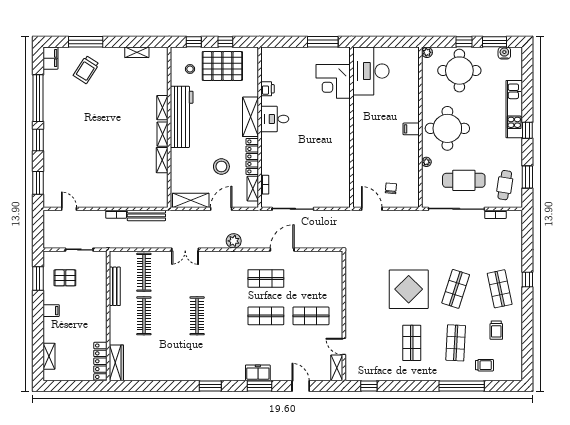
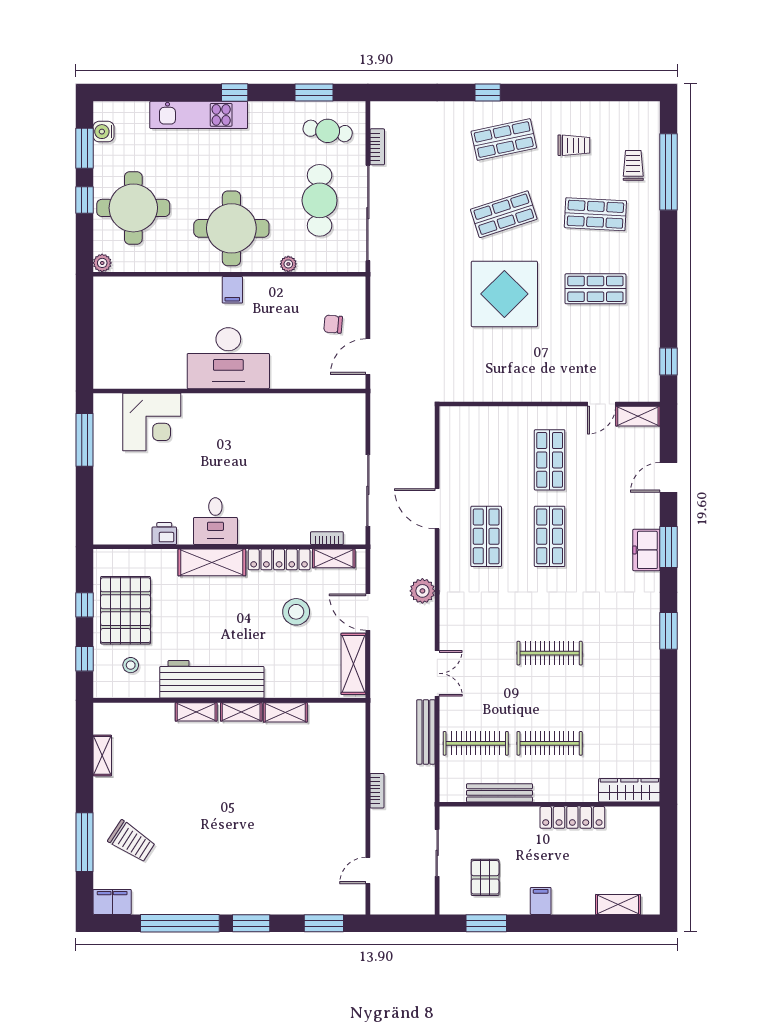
desk: (371, 71) -> (228, 358), moved
bench: (146, 215) -> (426, 732), moved
shop shelf: (456, 289) -> (504, 214), turned -36
locker: (100, 361) -> (572, 817), moved
window: (462, 386) -> (669, 172), moved

